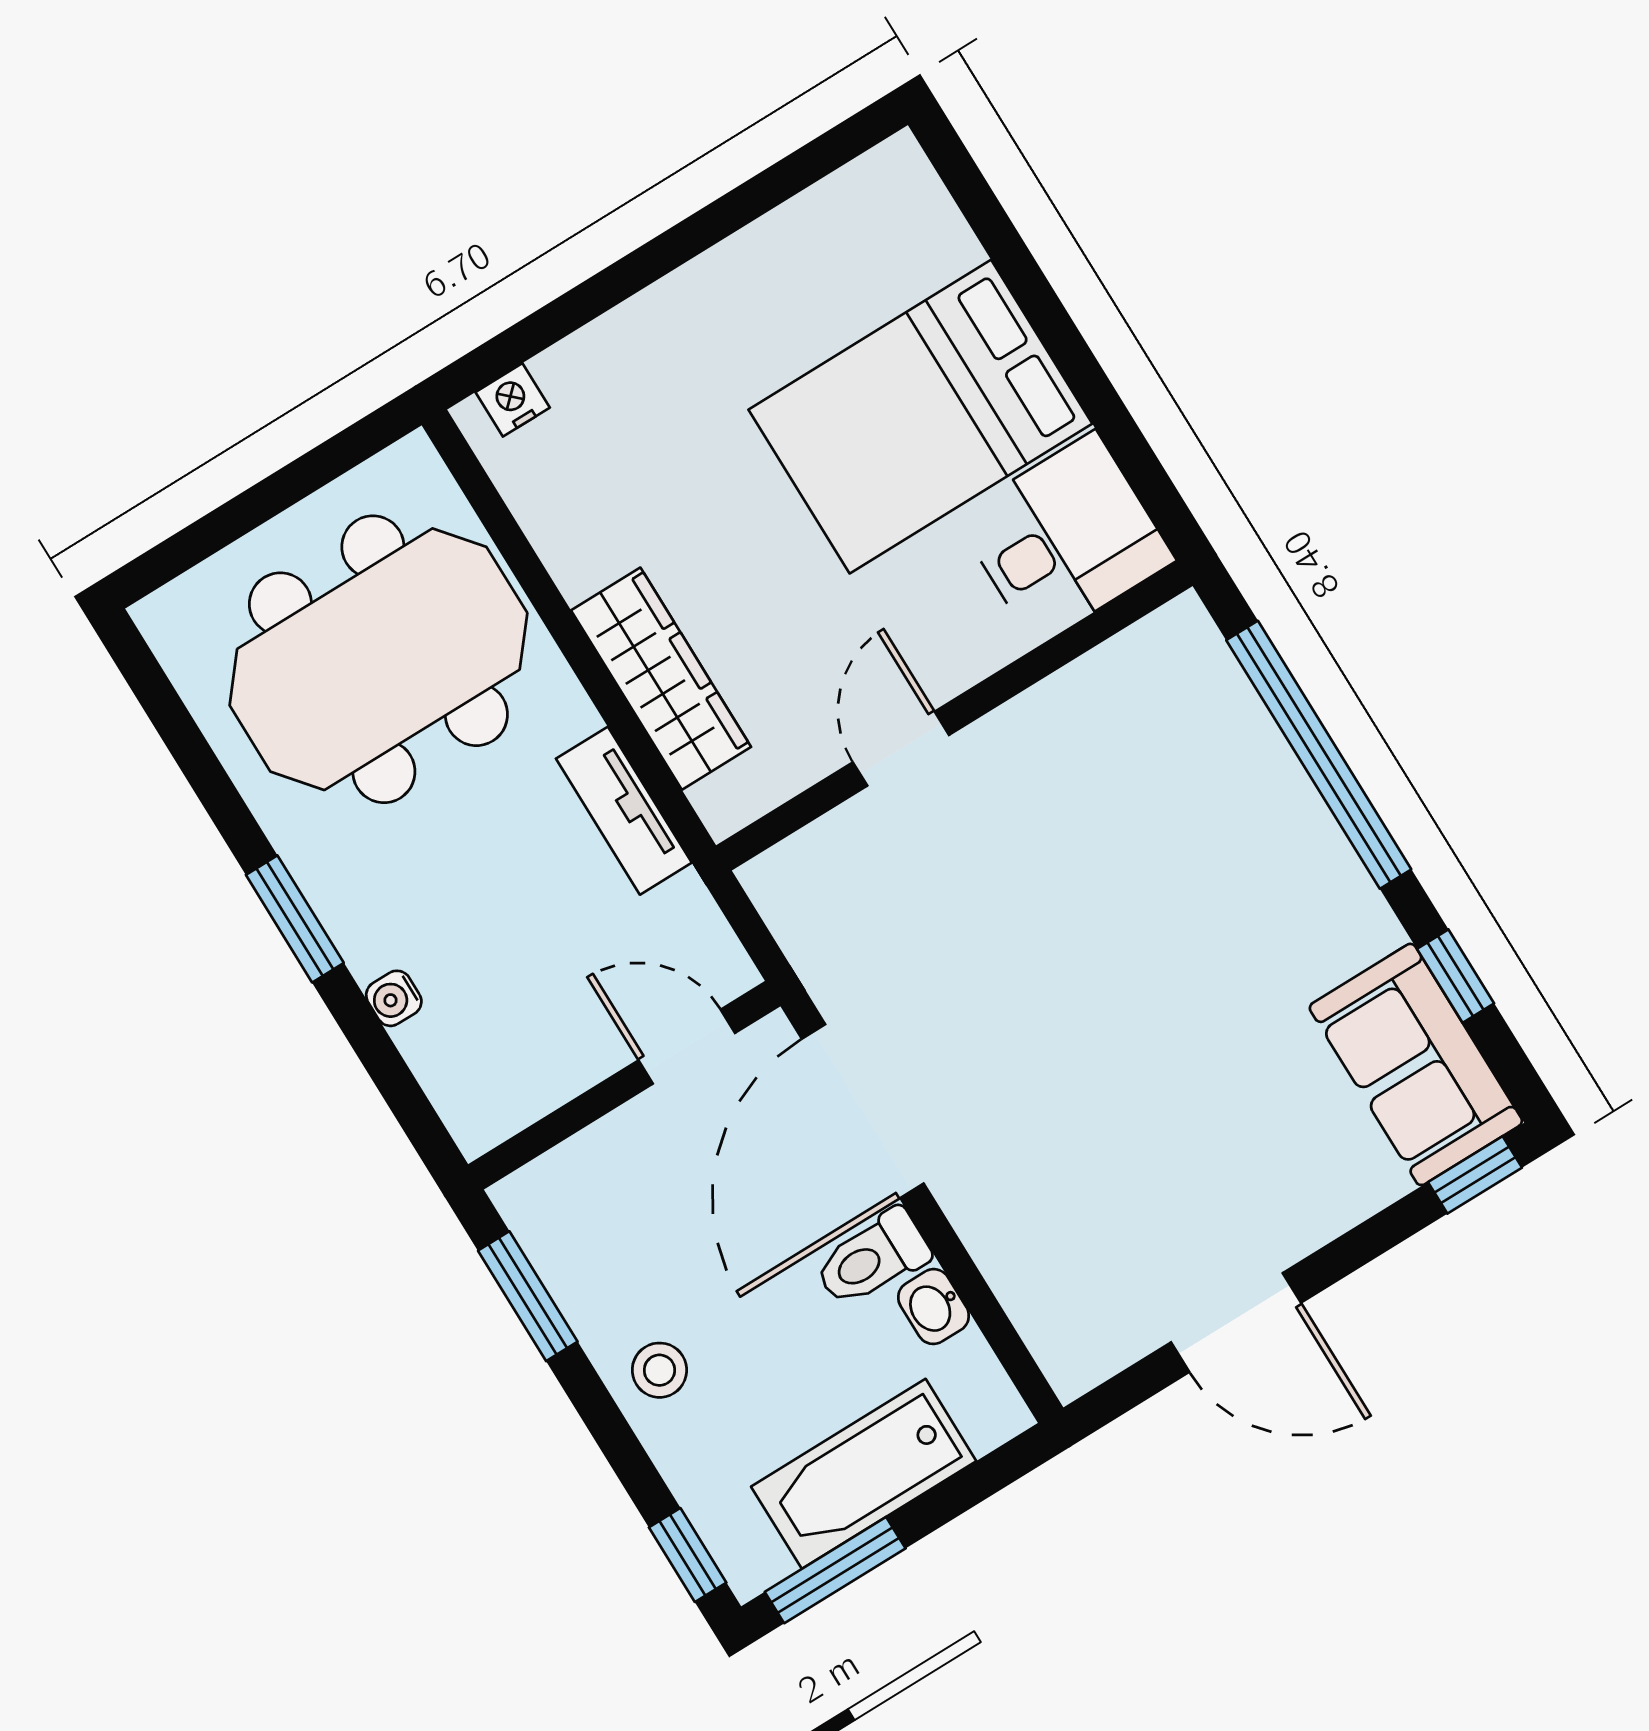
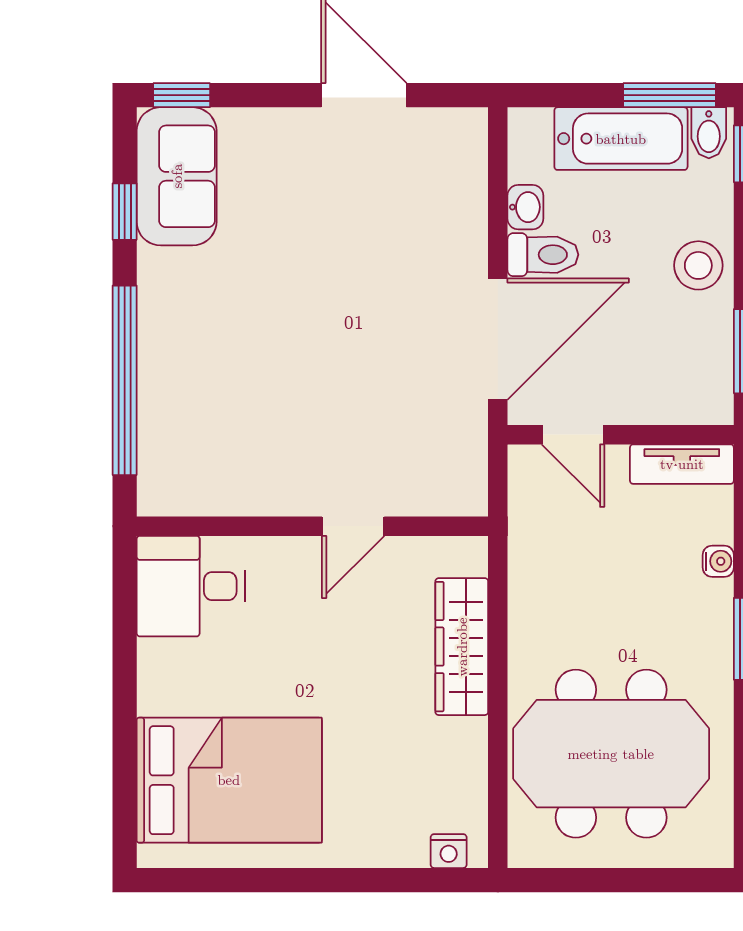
bed: (920, 417) -> (229, 780), moved
tv unit: (624, 811) -> (682, 464), moved, turned 90
stool: (659, 1370) -> (698, 265), width x1.37, depth x1.37
bidet: (753, 1553) -> (709, 133), added

